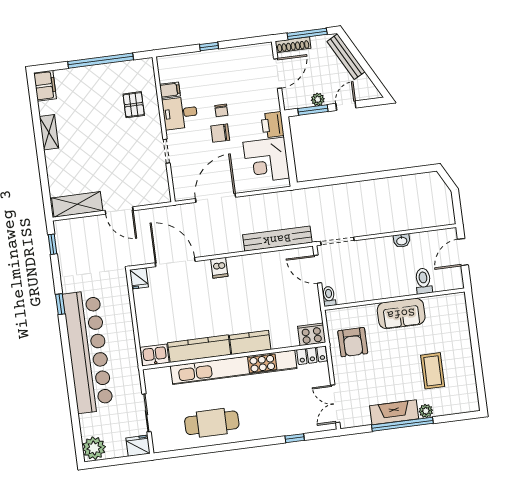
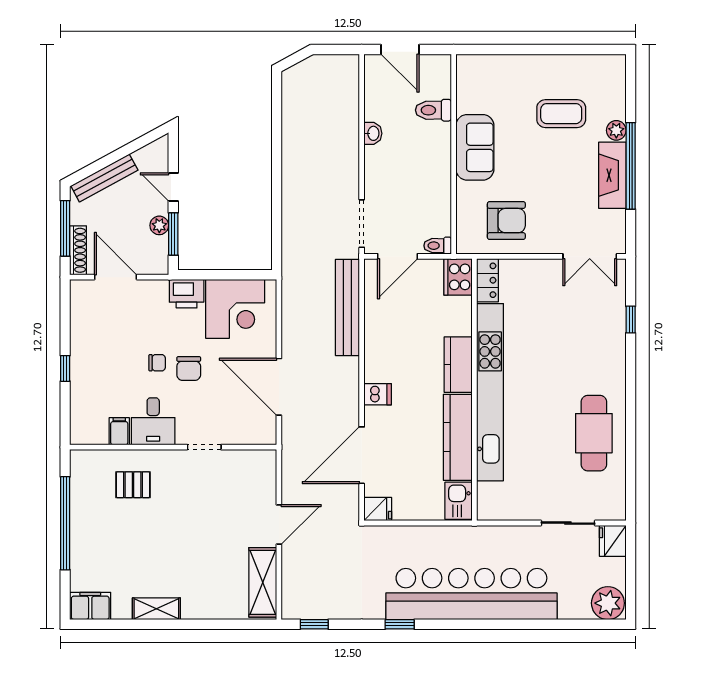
cooker: (312, 334) -> (458, 277), moved
kitchen counter: (250, 342) -> (458, 365), moved
kitchen counter: (199, 349) -> (458, 437), moved
kitchen sink: (155, 355) -> (458, 501), moved
locker: (312, 355) -> (488, 280), moved
wall: (234, 356) -> (474, 390), moved
kitchen unit: (234, 367) -> (490, 392), moved

